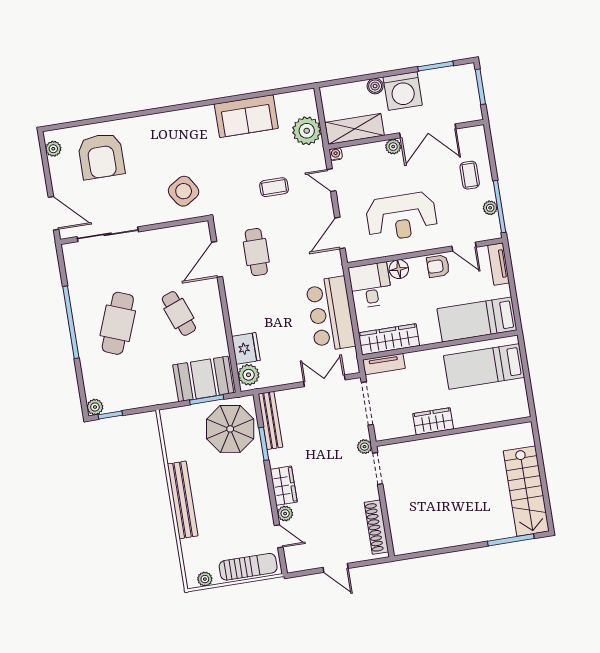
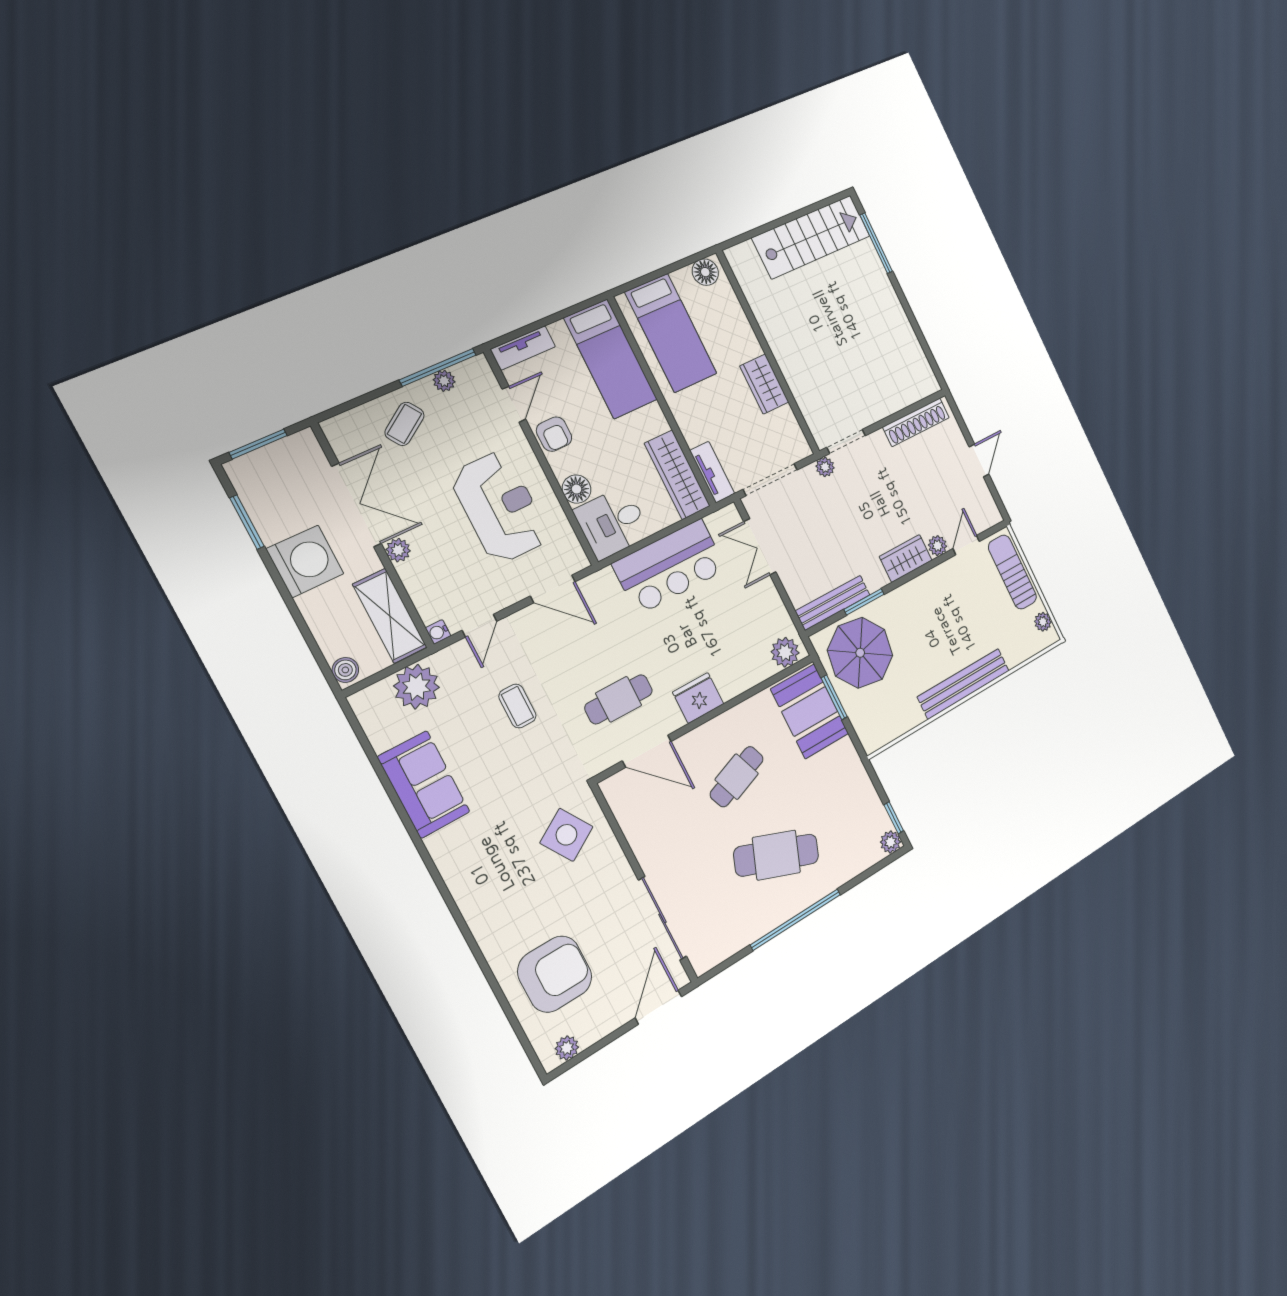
boiler: (375, 86) -> (345, 670), moved
coffee table: (470, 175) -> (404, 424), turned -34
fridge: (246, 348) -> (698, 698), moved
floor lamp: (519, 404) -> (705, 272), added

